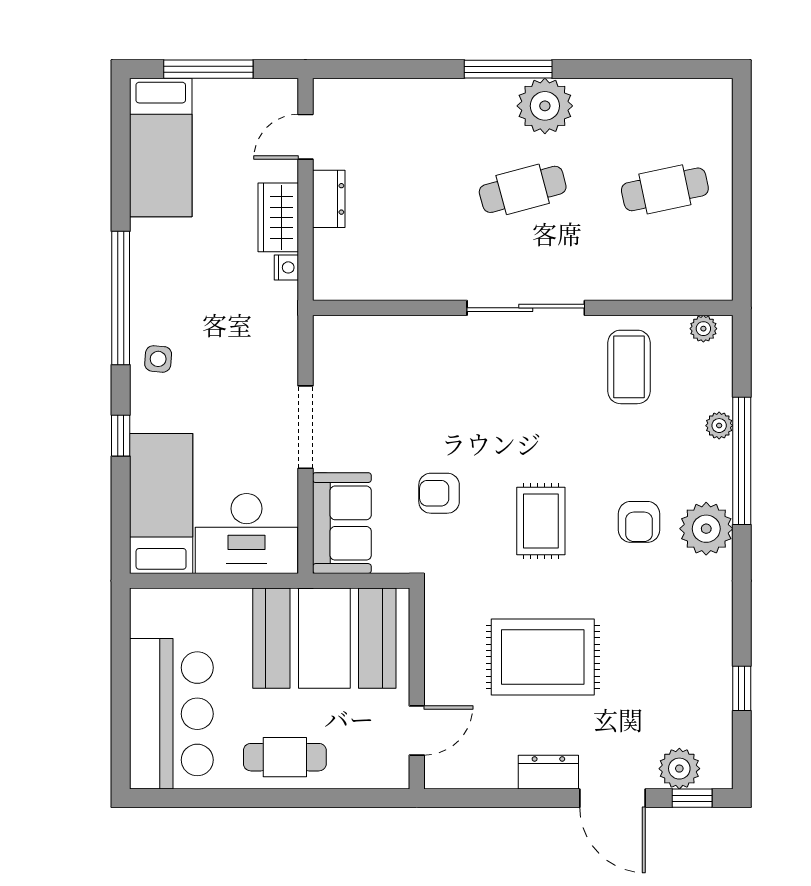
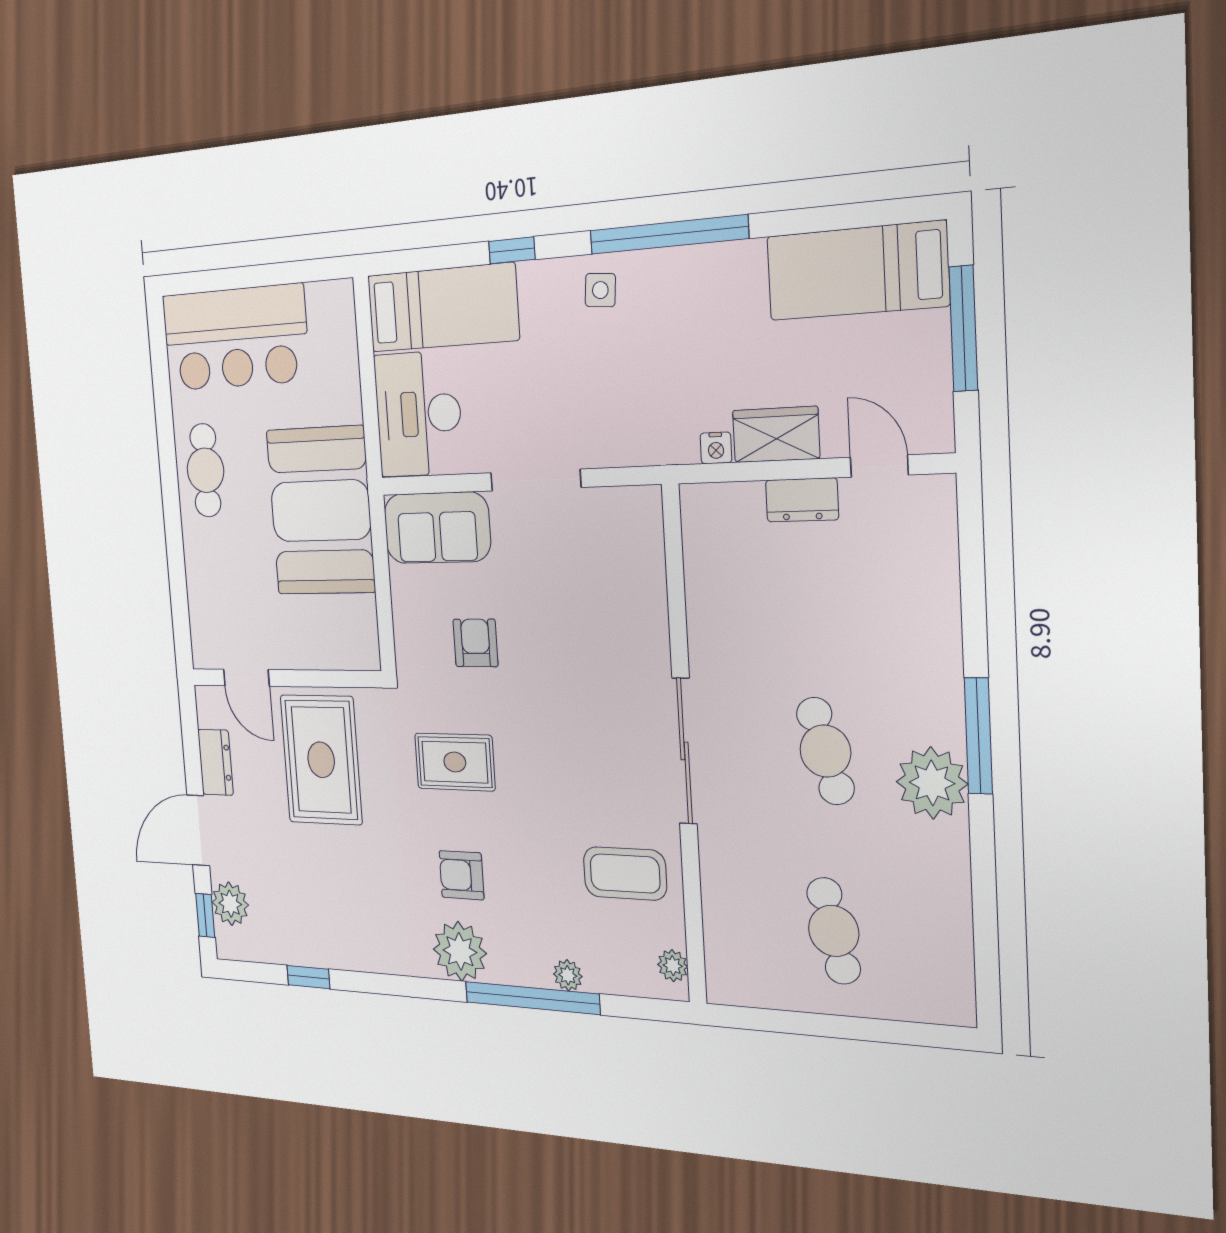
wall: (417, 689) -> (285, 678), moved
door: (417, 731) -> (246, 678), moved

